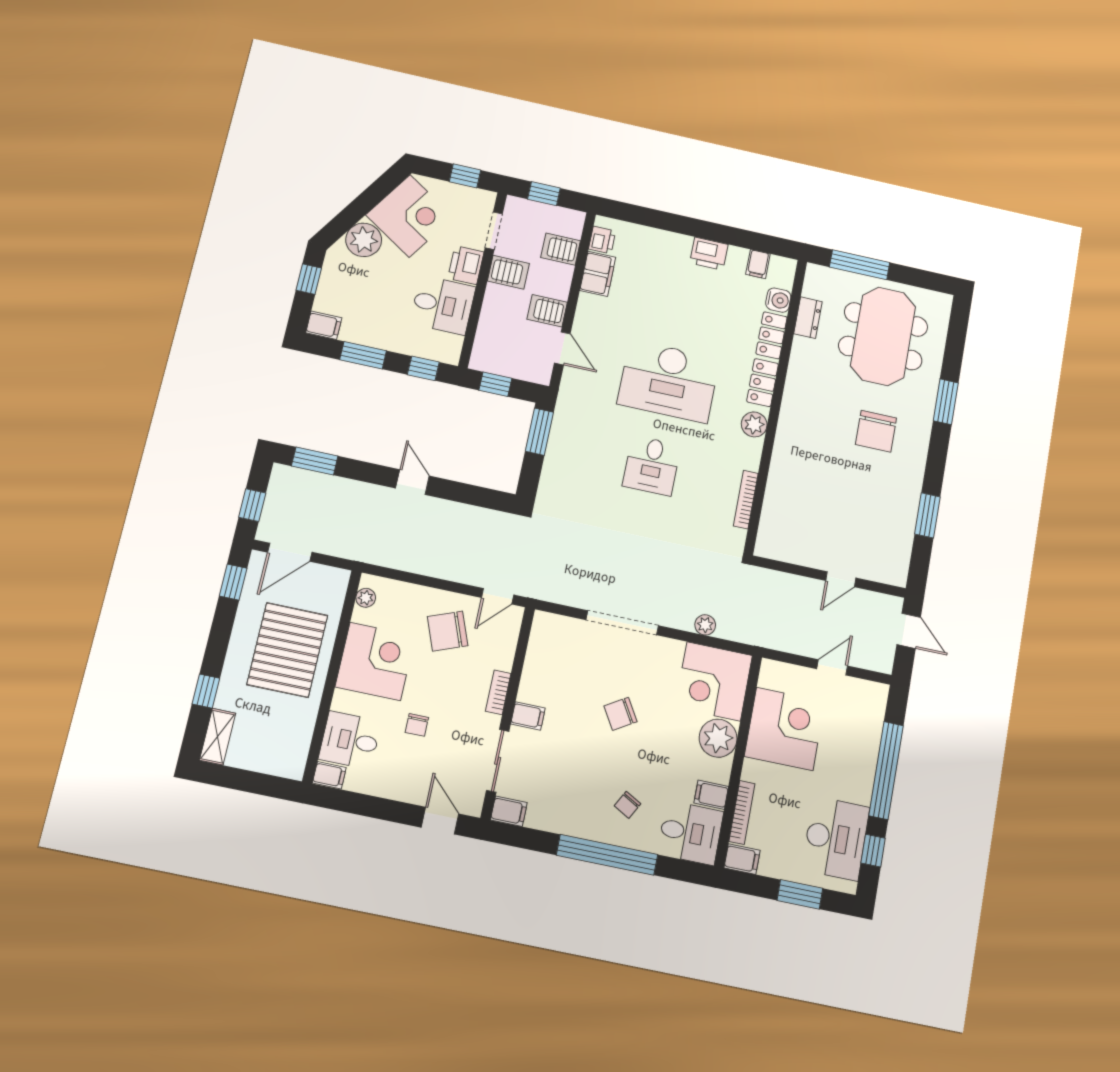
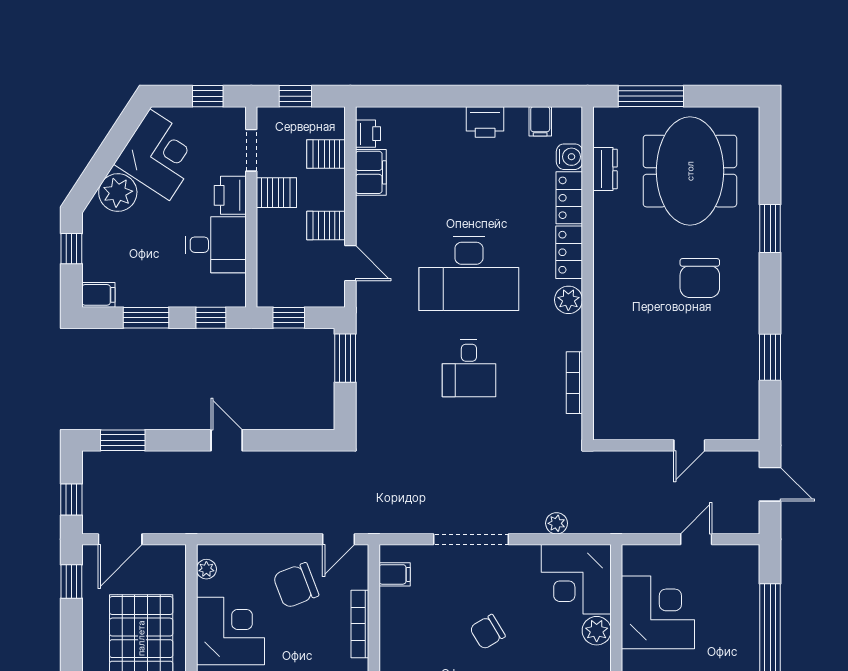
bookcase: (498, 692) -> (360, 624), width x1.56
filing cabinet: (528, 716) -> (395, 574), moved
plant: (718, 738) -> (597, 631), width x0.73, depth x0.73

